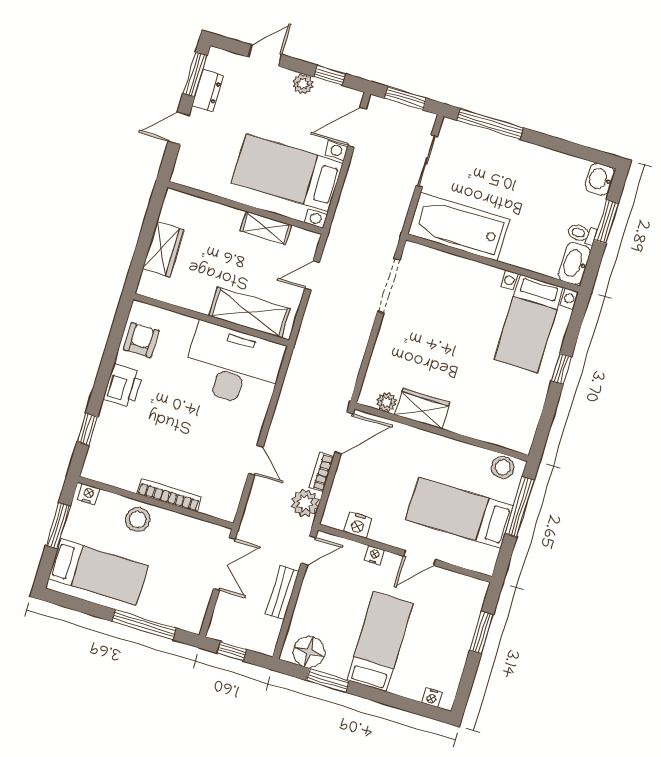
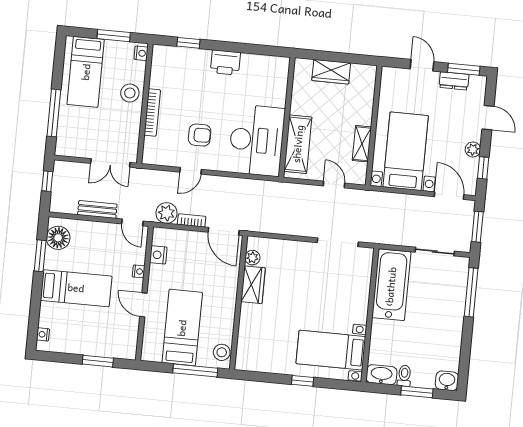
armchair: (141, 340) -> (200, 135), moved

